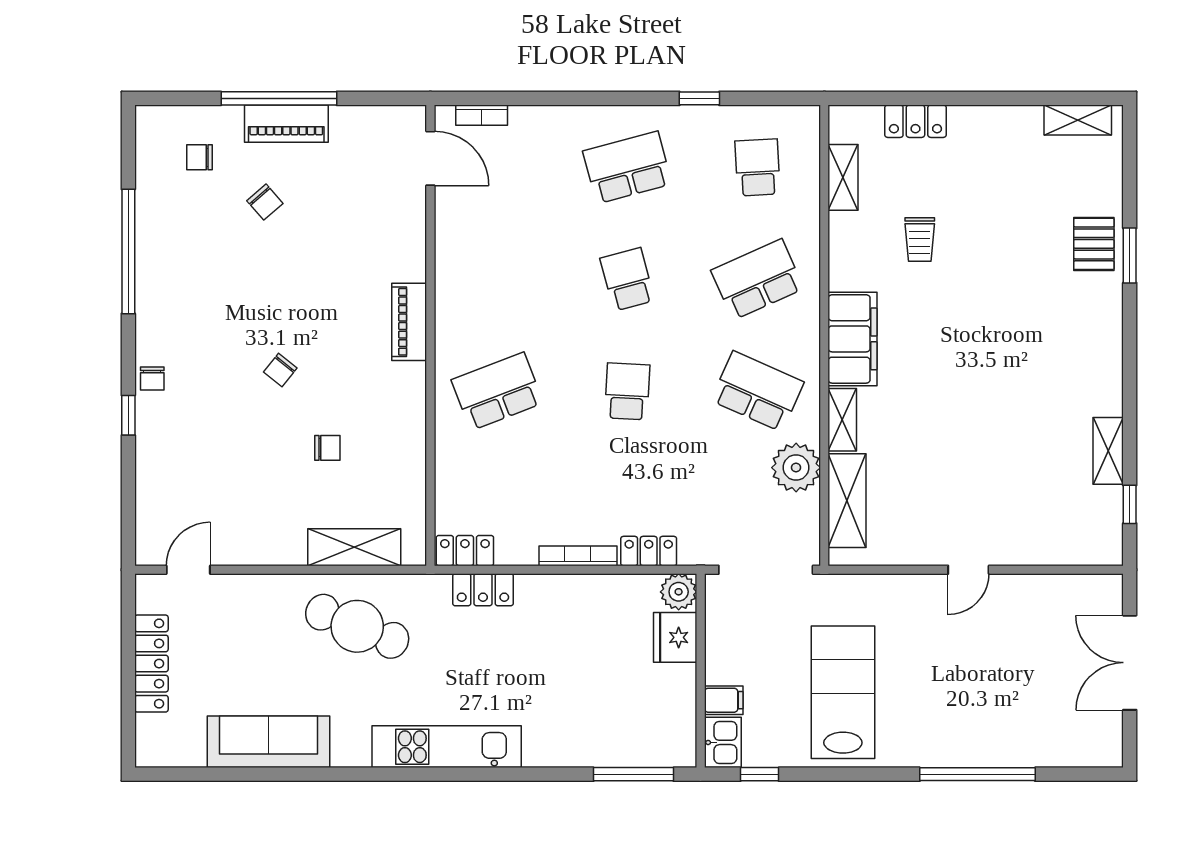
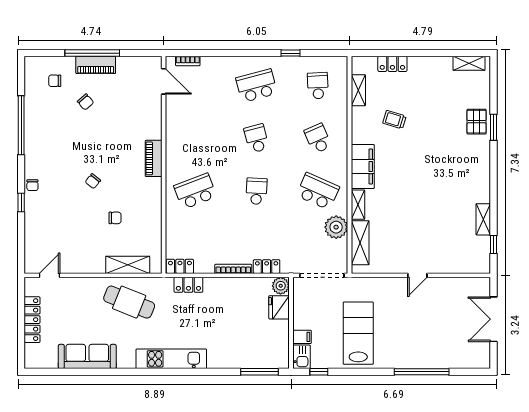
trolley: (920, 239) -> (394, 120), turned 107
school desk: (757, 279) -> (318, 138), width x0.54

